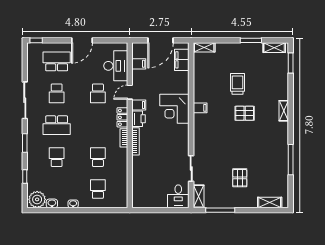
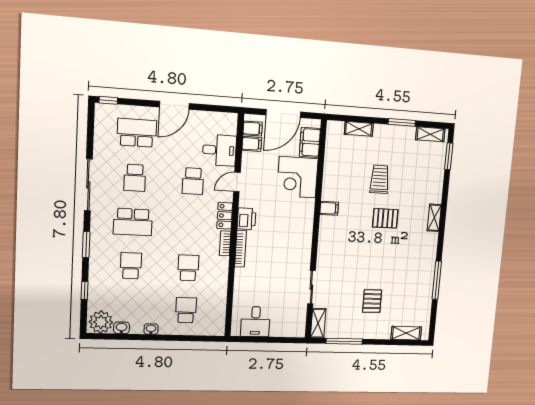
shelving: (204, 47) -> (359, 129), moved
desk: (116, 66) -> (219, 150), width x0.73
filing cabinet: (139, 105) -> (253, 129), moved
corner desk: (174, 109) -> (297, 177), moved
desk: (178, 196) -> (255, 322), moved

